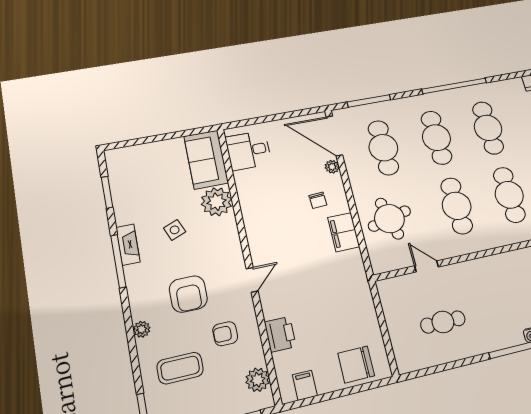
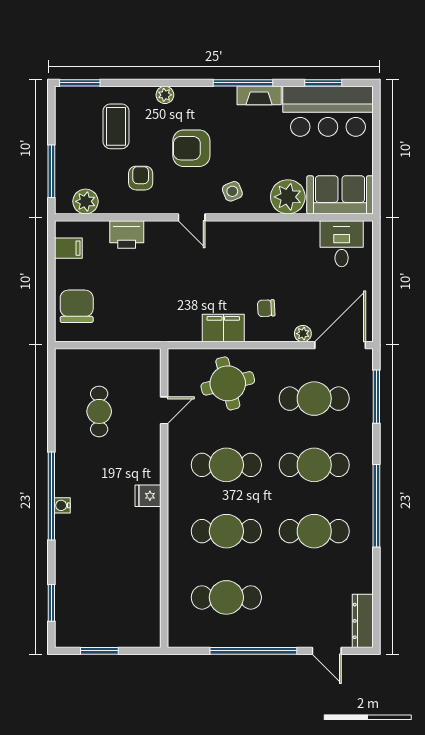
bar counter: (133, 183) -> (328, 111), added
side table: (175, 230) -> (232, 191), moved
fridge: (501, 264) -> (148, 496), added

